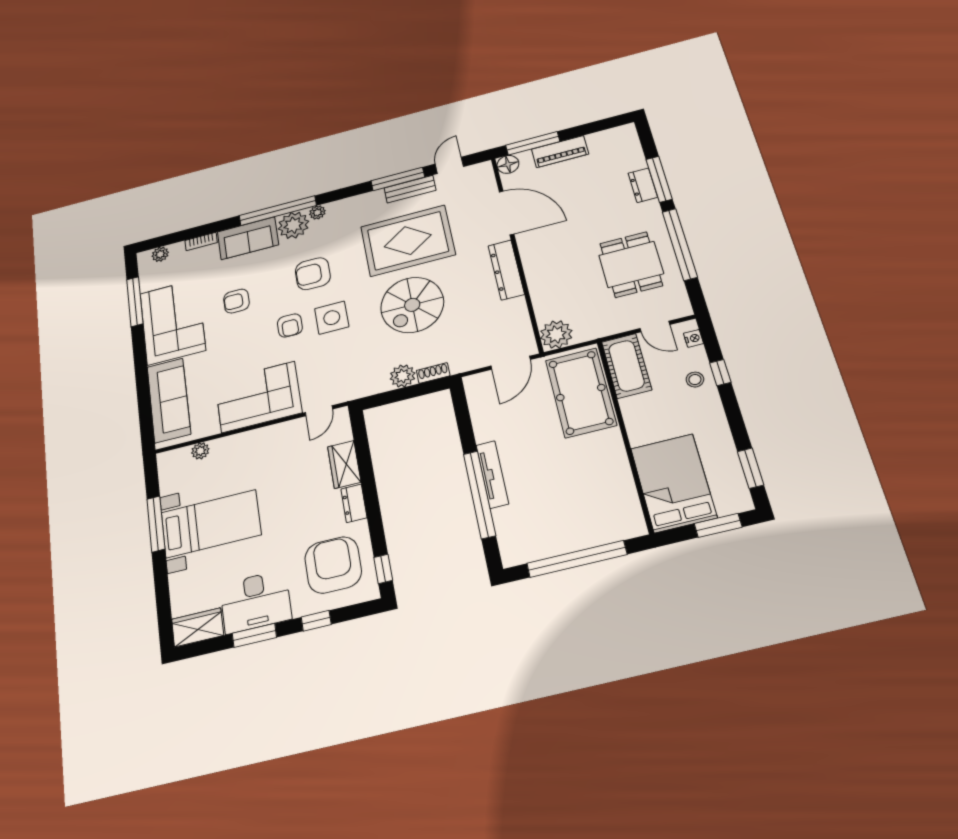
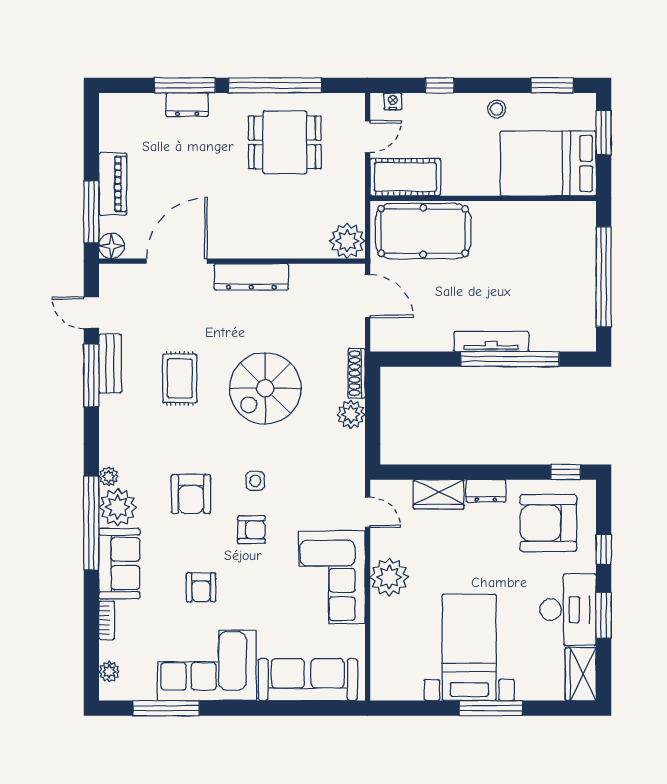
rug: (408, 241) -> (180, 379), width x0.54, depth x0.49
spiral stairs: (412, 305) -> (265, 388), turned 90
side table: (332, 318) -> (255, 481), width x0.54, depth x0.54
shoe rack: (433, 373) -> (357, 373), width x1.43
stool: (695, 380) -> (497, 109), moved
plant: (200, 451) -> (389, 577), moved, width x1.88, depth x1.88
window: (156, 524) -> (491, 708), moved

